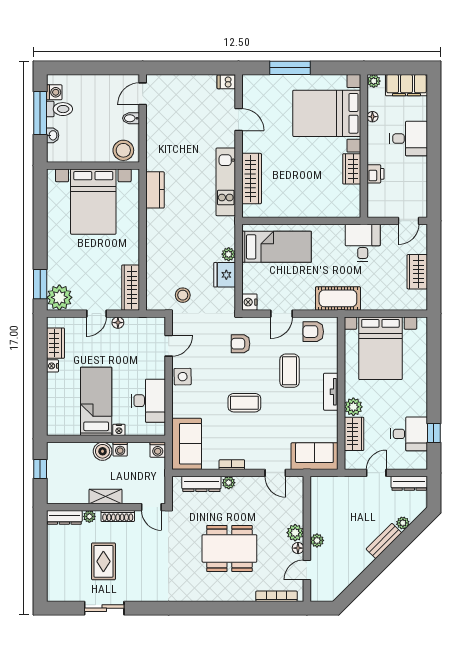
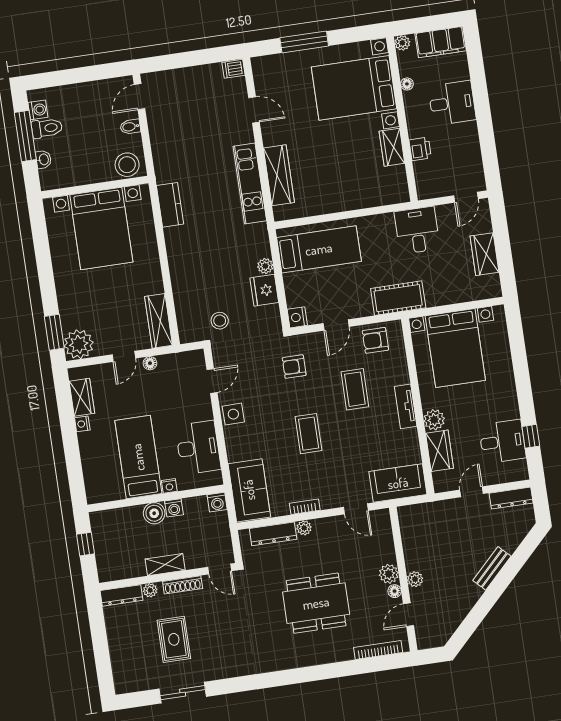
coffee table: (244, 403) -> (309, 434), turned 90
plant: (403, 523) -> (511, 545), removed

